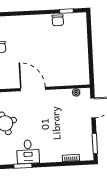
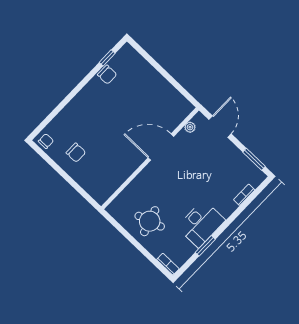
door: (33, 89) -> (161, 147), moved
desk: (28, 152) -> (201, 224), width x1.37

